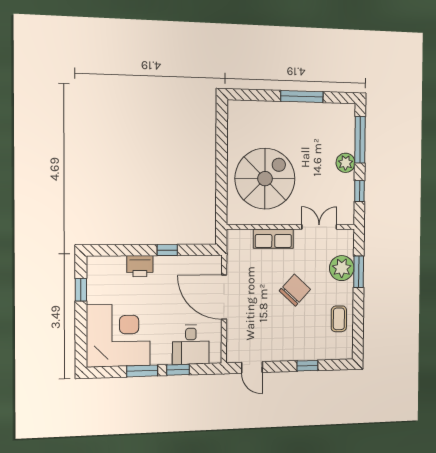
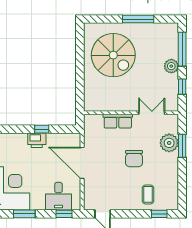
spiral stairs: (265, 179) -> (113, 55), moved, turned 90
printer: (140, 266) -> (37, 140), moved
chair: (295, 290) -> (134, 159), turned 137
coffee table: (339, 319) -> (148, 194), moved
window: (307, 366) -> (159, 214), moved
window: (178, 370) -> (64, 214), moved

